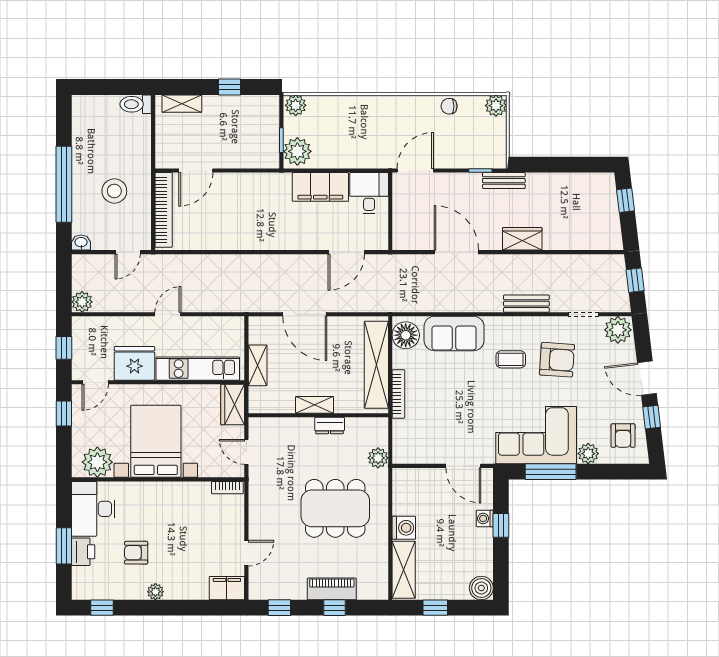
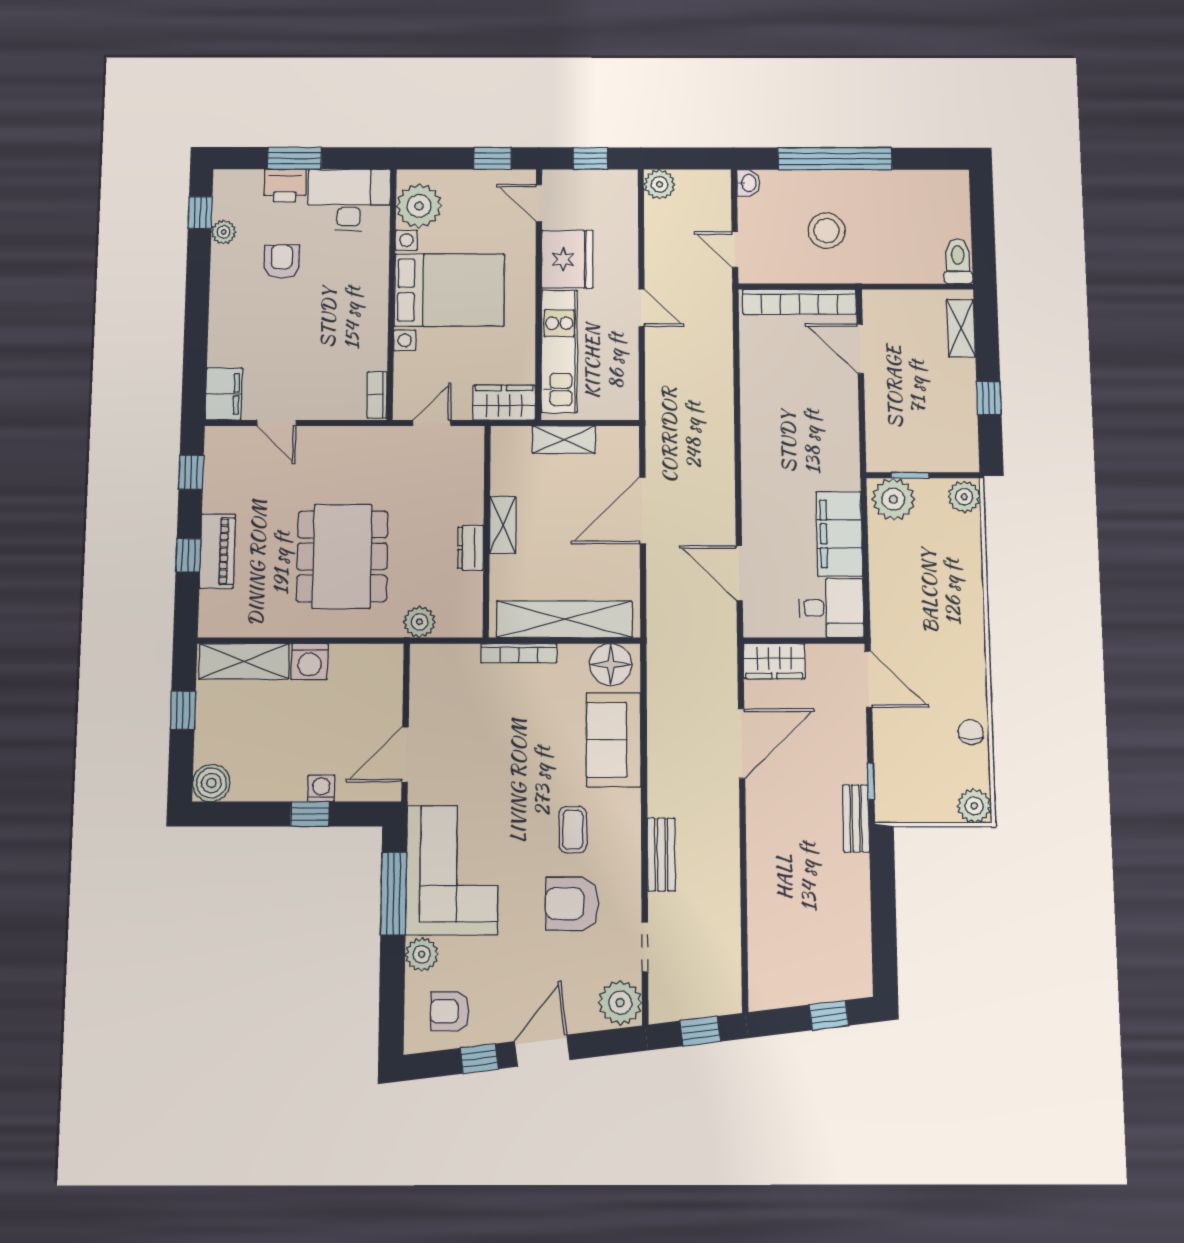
wardrobe: (522, 239) -> (774, 661), moved, turned 90
armchair: (557, 360) -> (572, 904), turned 86
plant: (155, 592) -> (224, 232), moved

